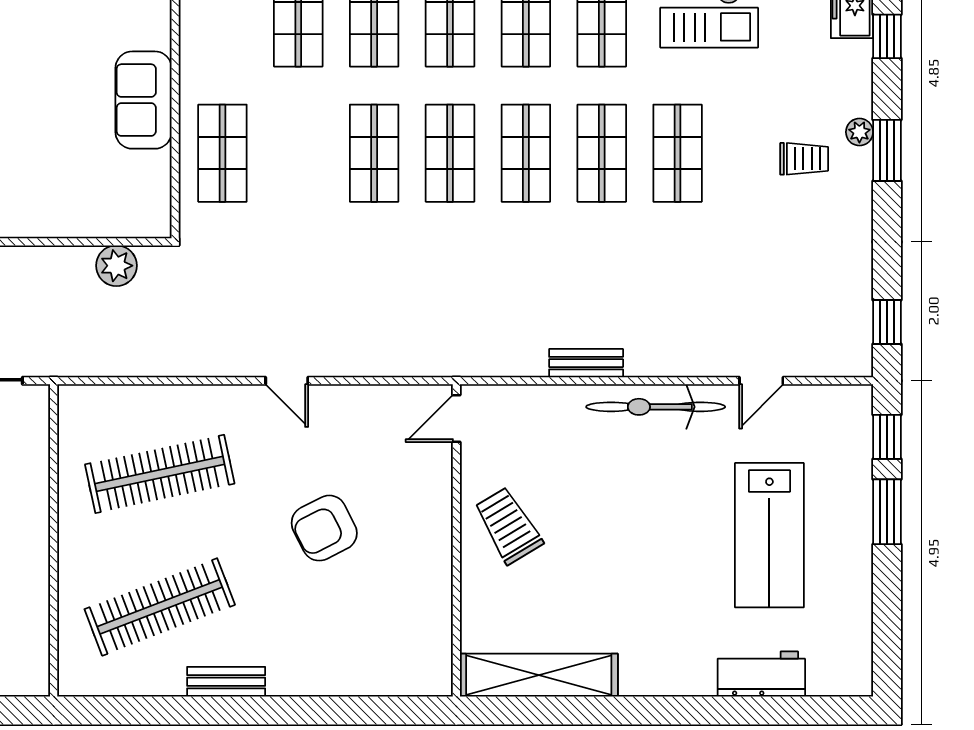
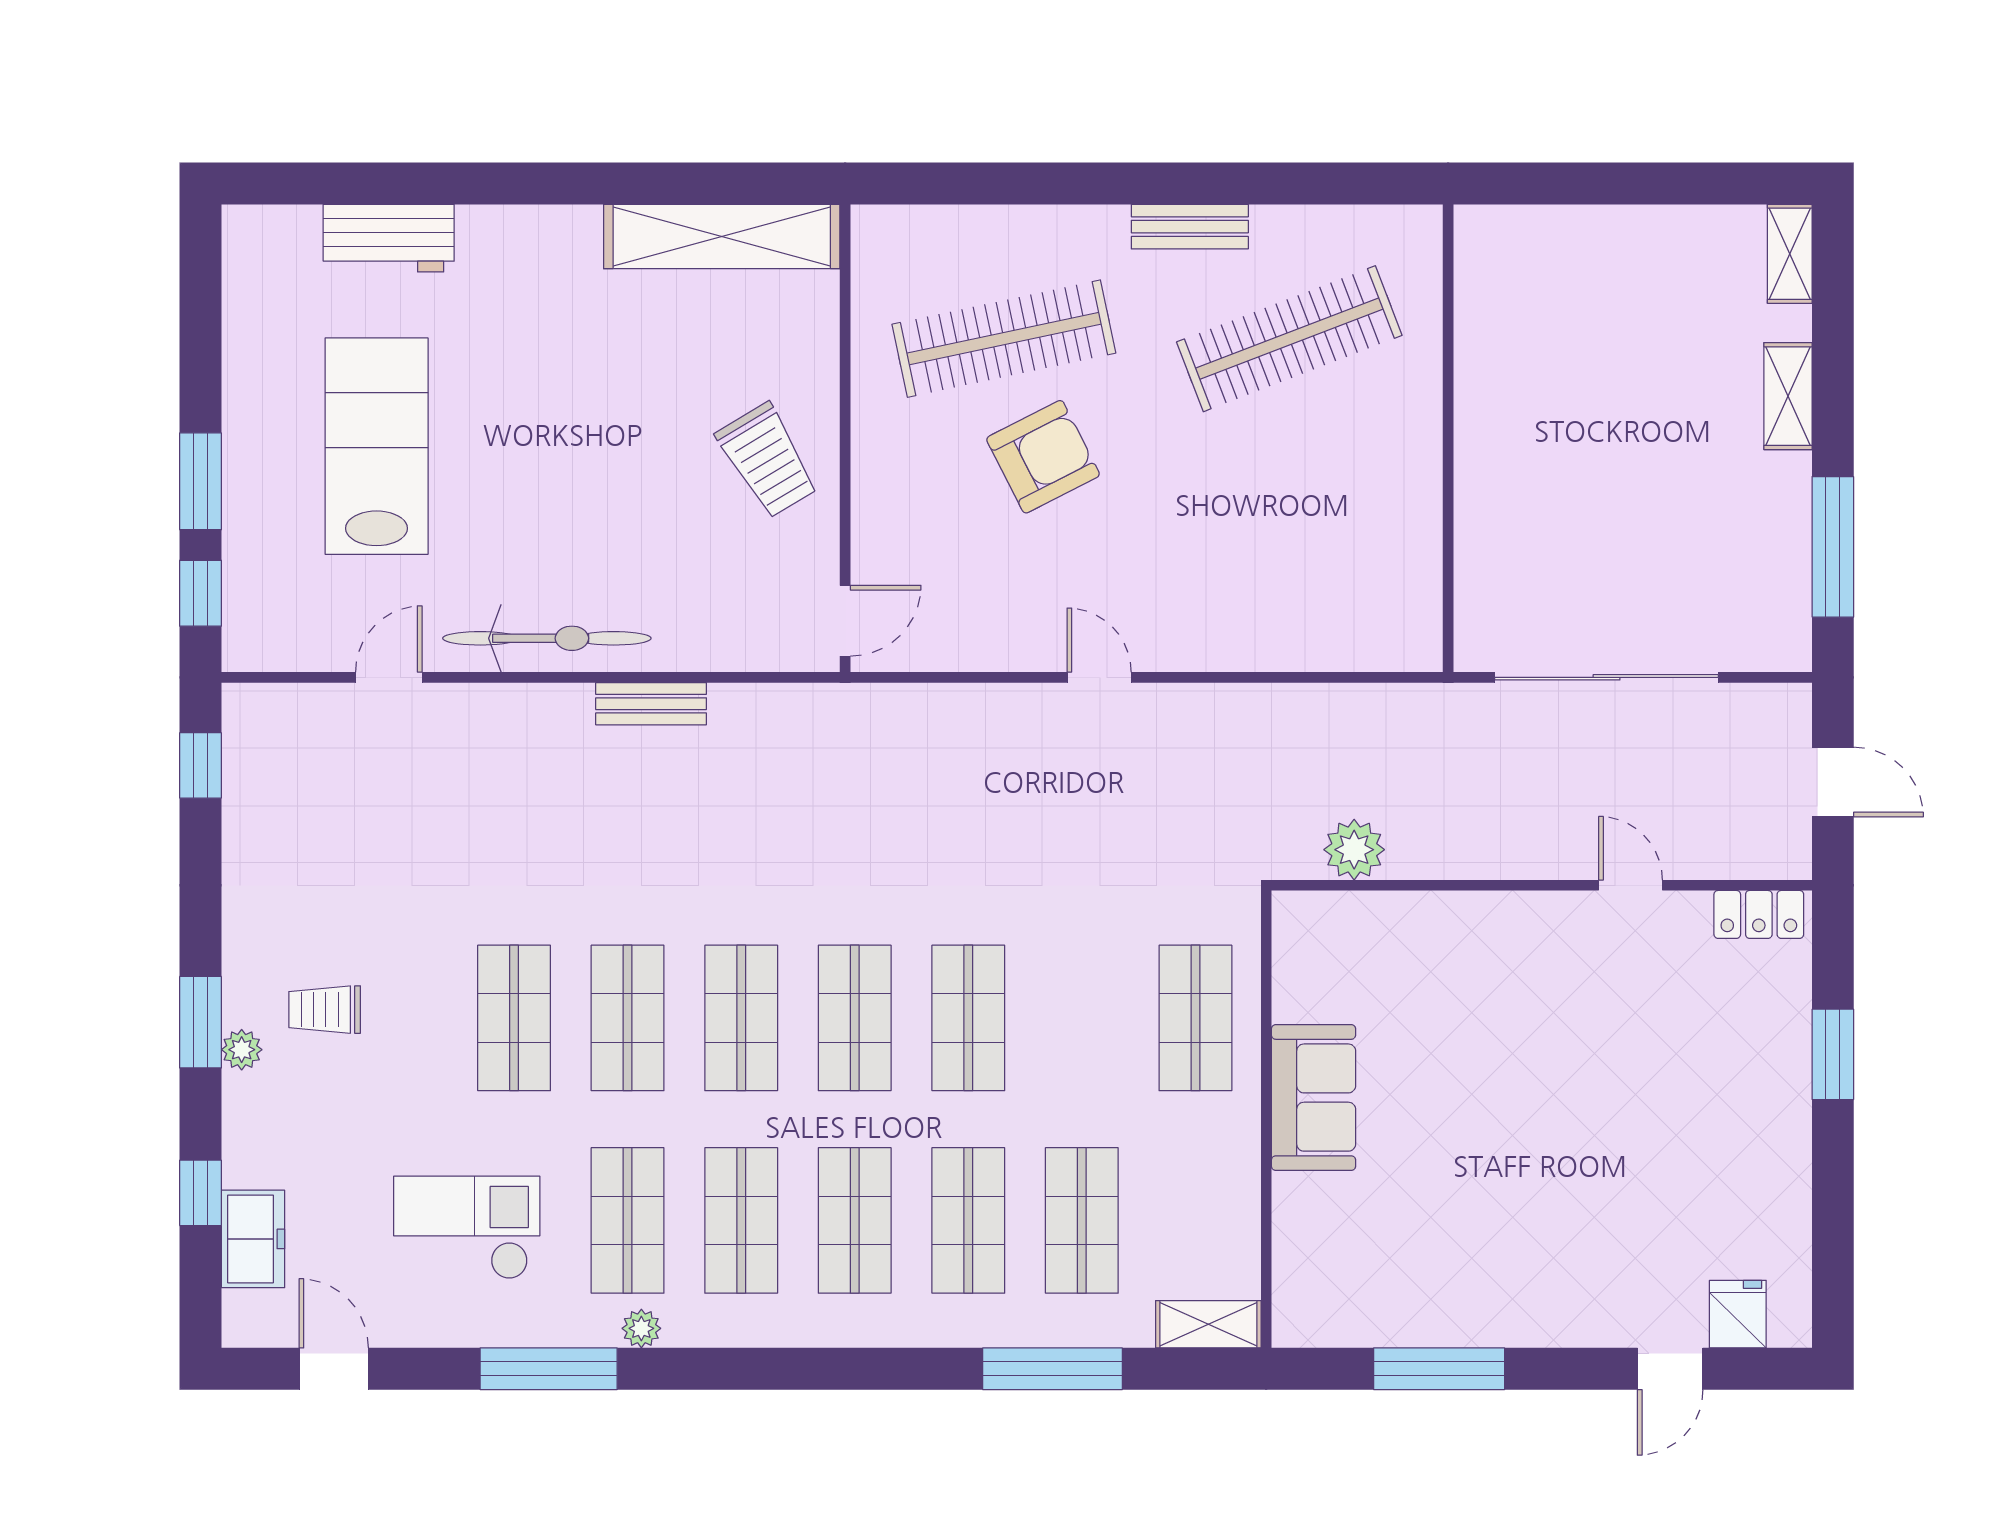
clothes rail: (160, 474) -> (1004, 339), moved

